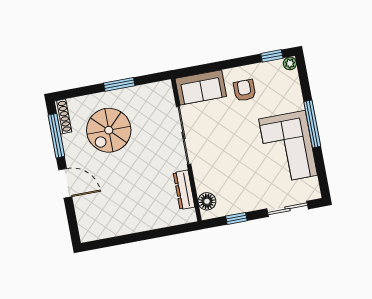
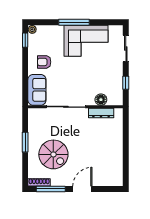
floor lamp: (207, 201) -> (101, 100), moved

